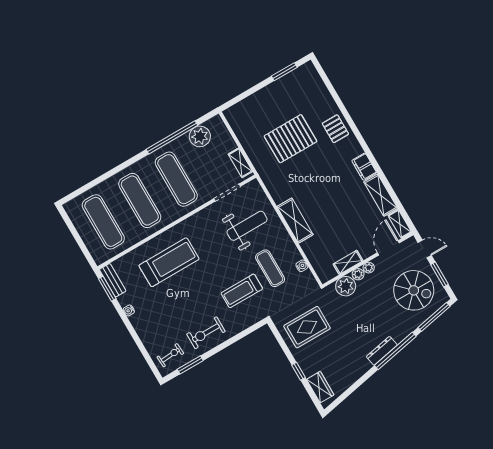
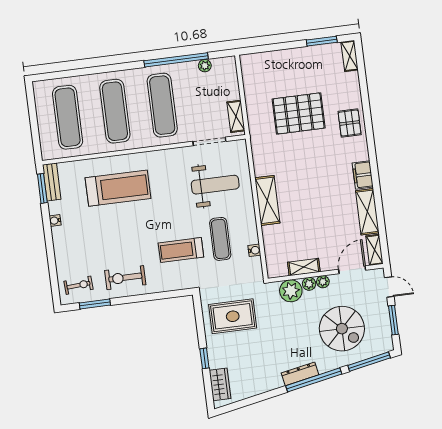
shelving: (312, 74) -> (350, 56), added
plant: (200, 136) -> (205, 66), width x0.53, depth x0.53
spiral stairs: (414, 290) -> (342, 329), moved

